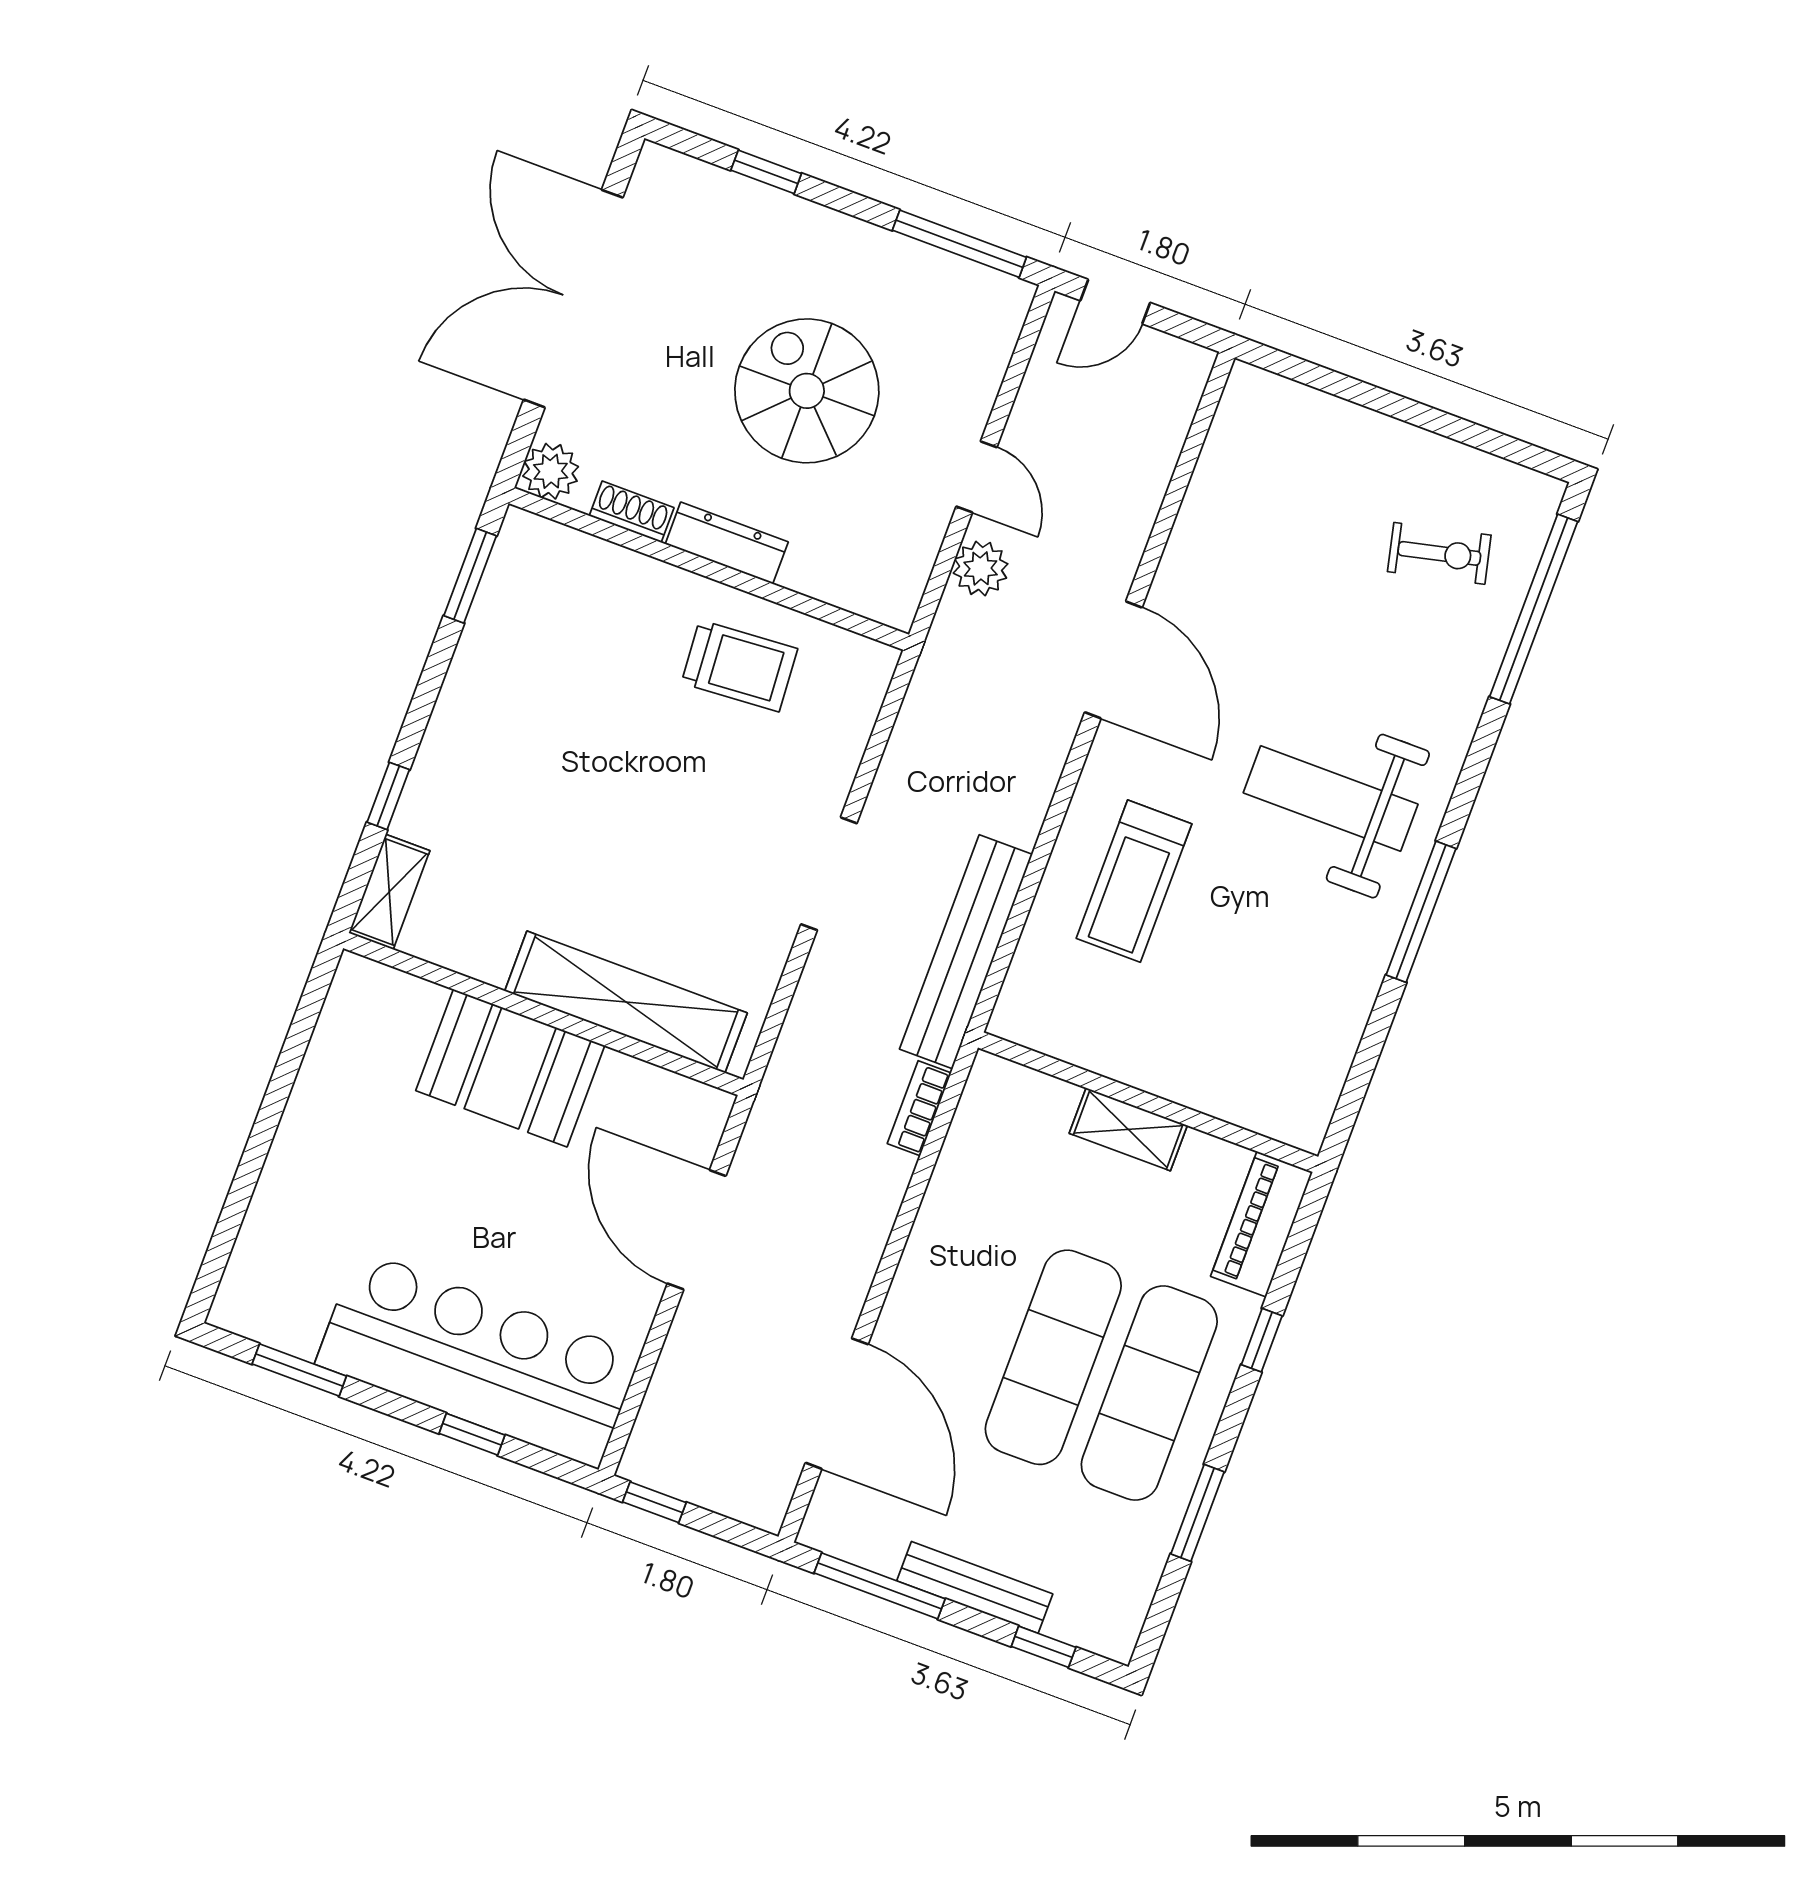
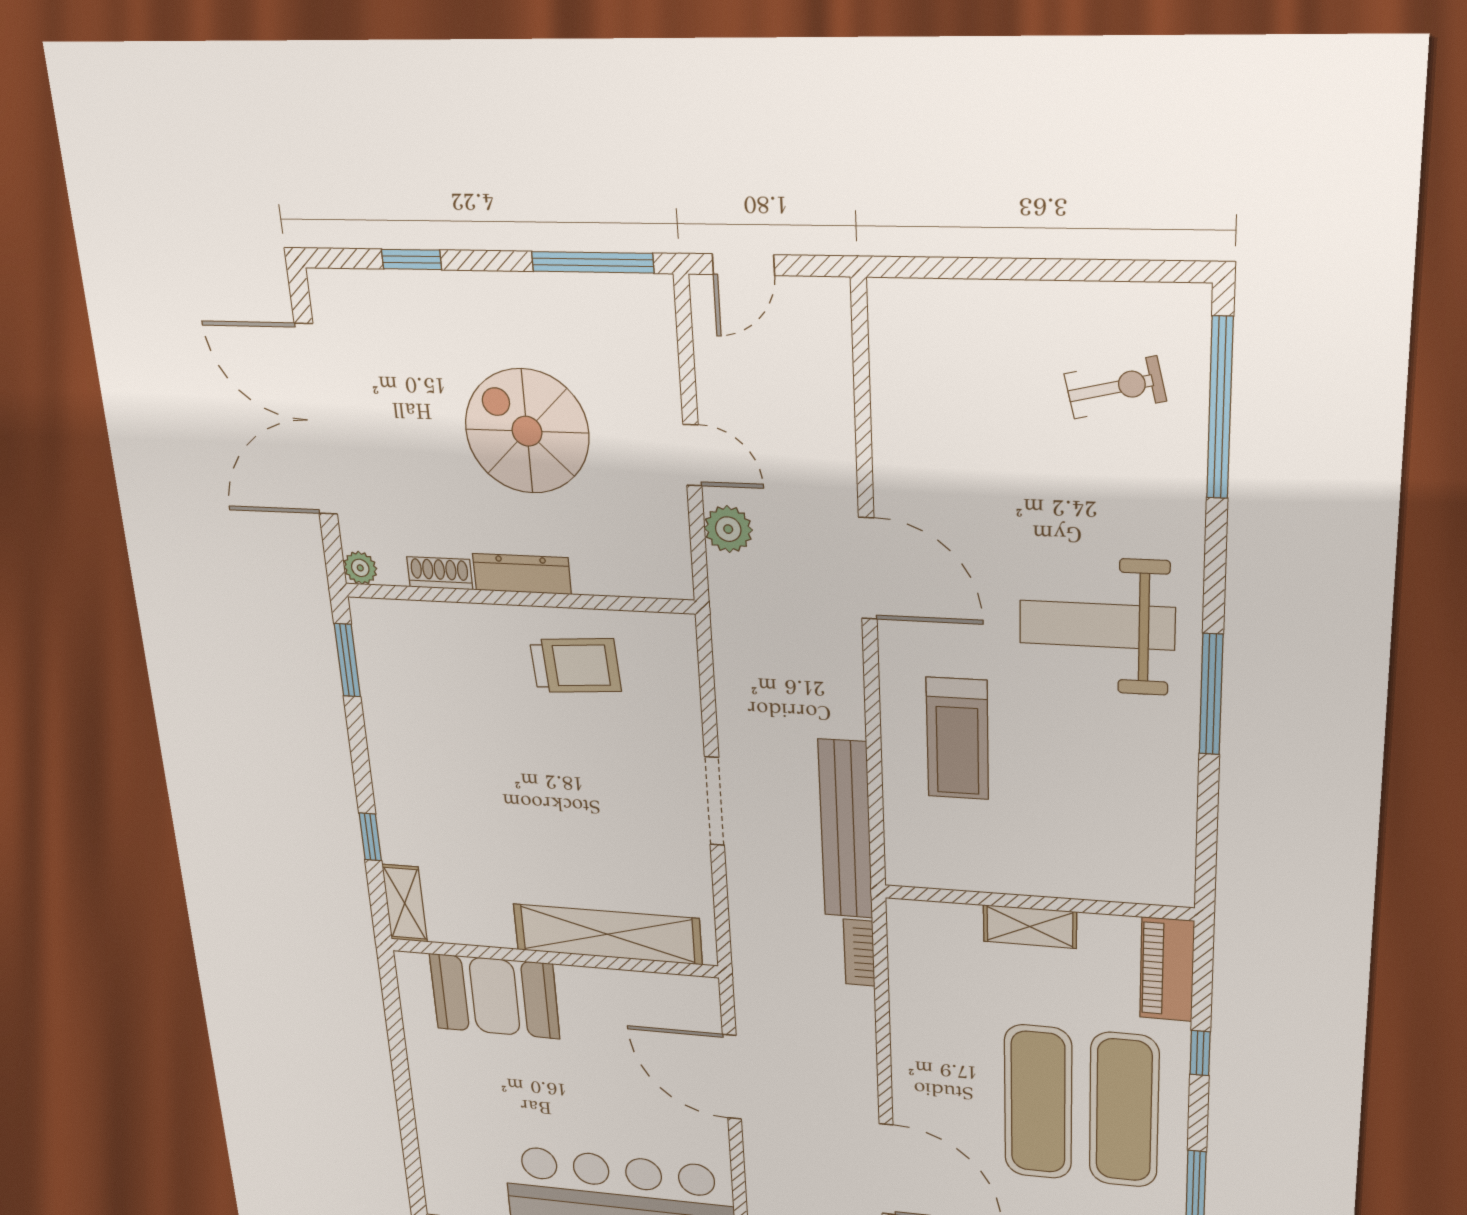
plant: (551, 471) -> (360, 568), width x0.73, depth x0.73
booth: (510, 1068) -> (495, 996), moved

